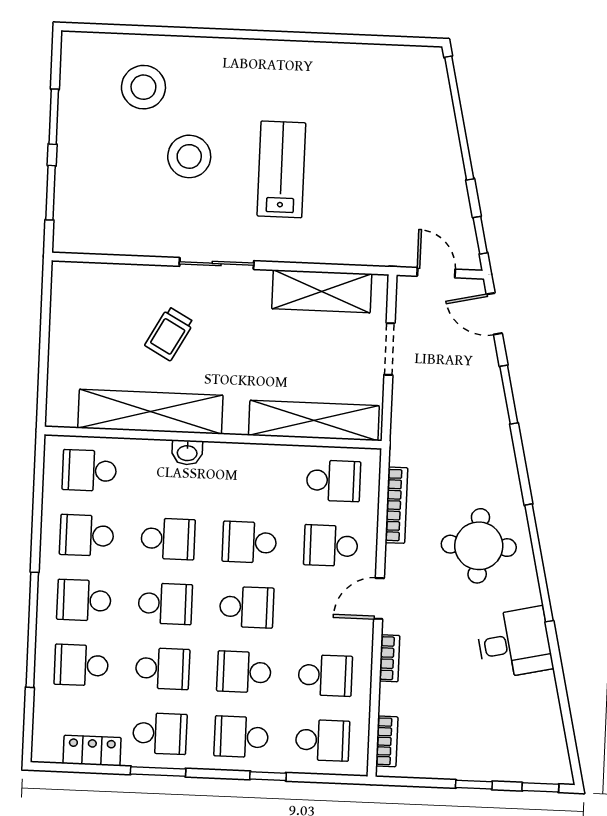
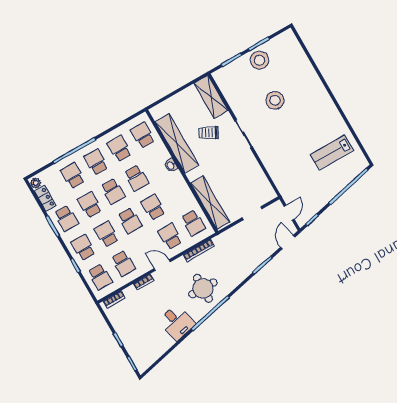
stool: (143, 87) -> (259, 60), moved
lab bench: (281, 169) -> (332, 153), moved, turned 180
shelving: (322, 291) -> (211, 97), moved
school desk: (163, 669) -> (90, 205), turned 180
plant: (48, 750) -> (36, 183), added

